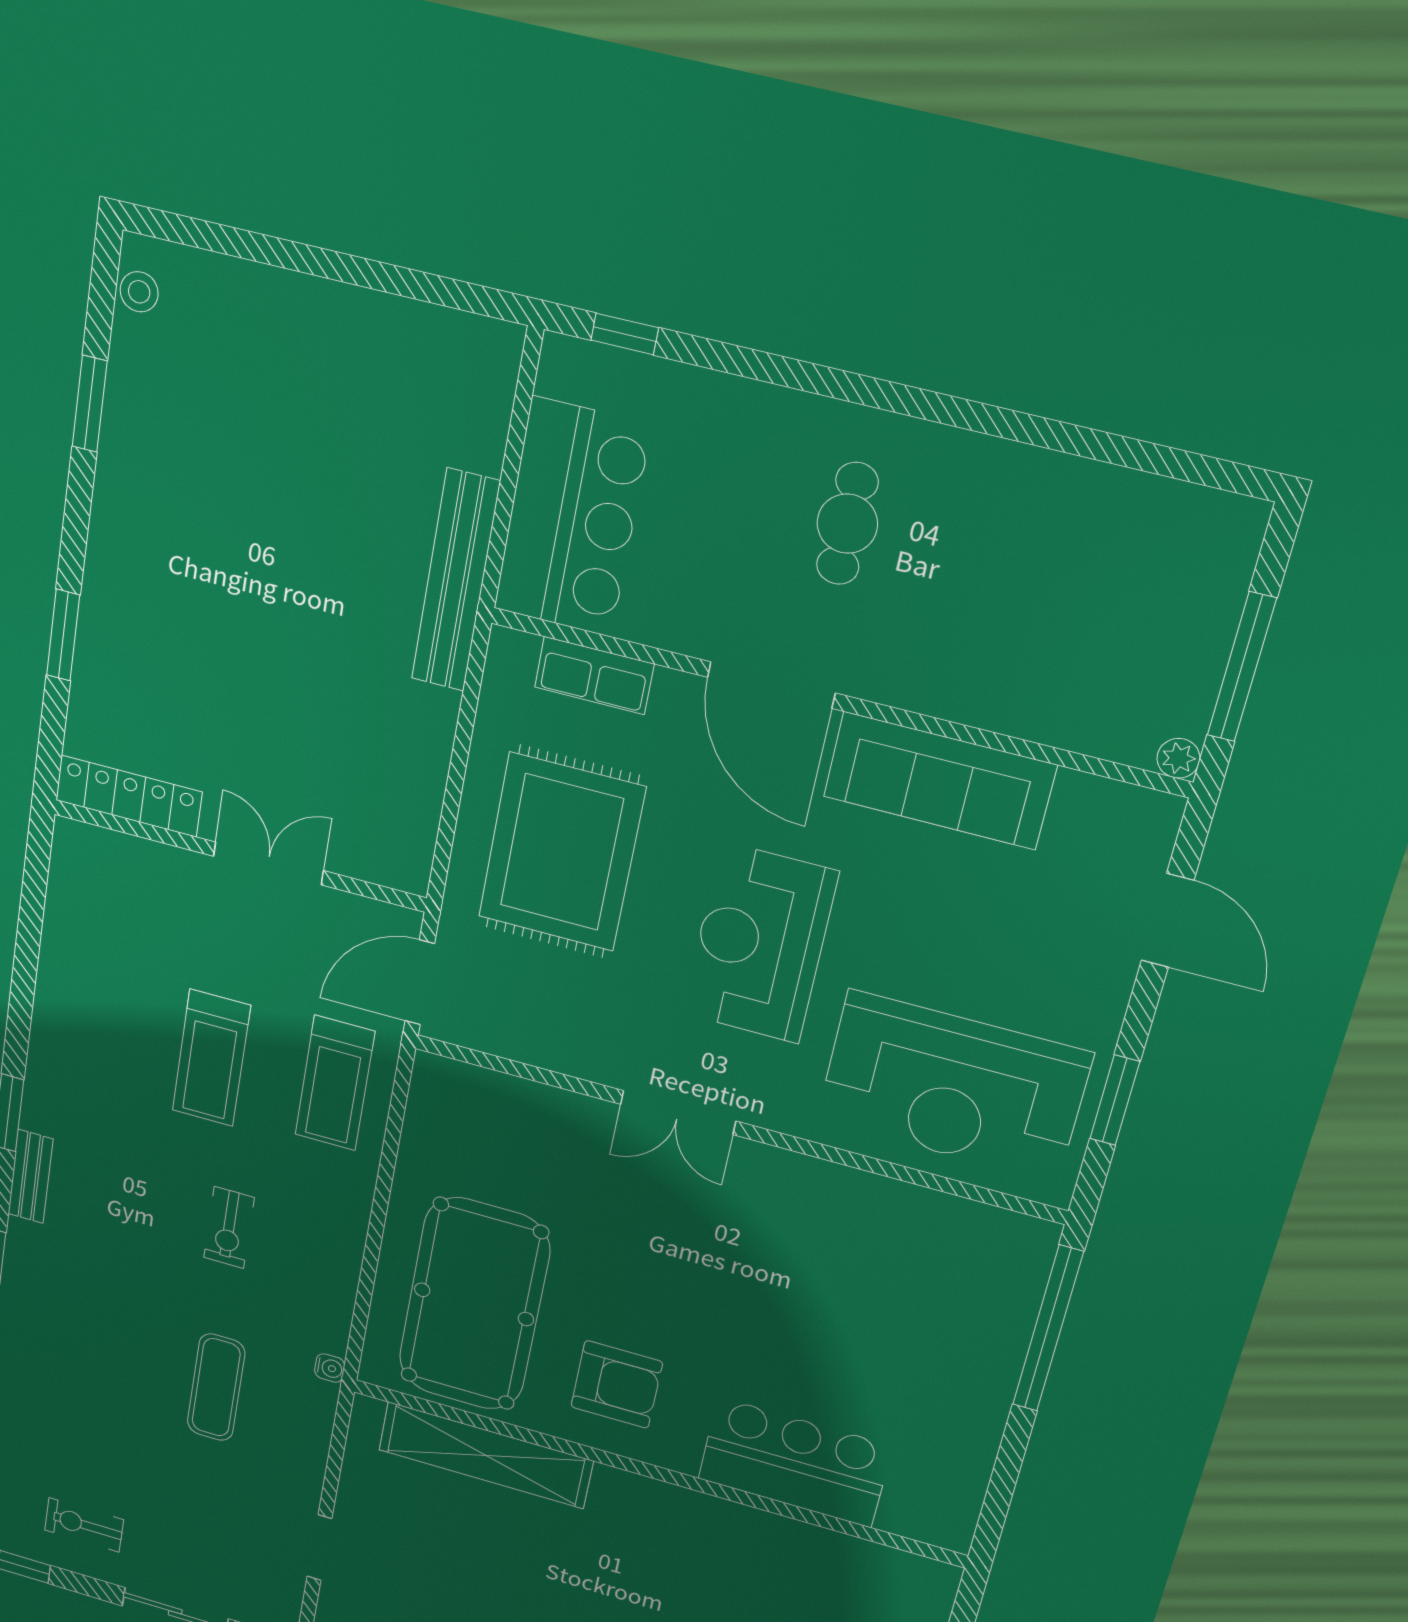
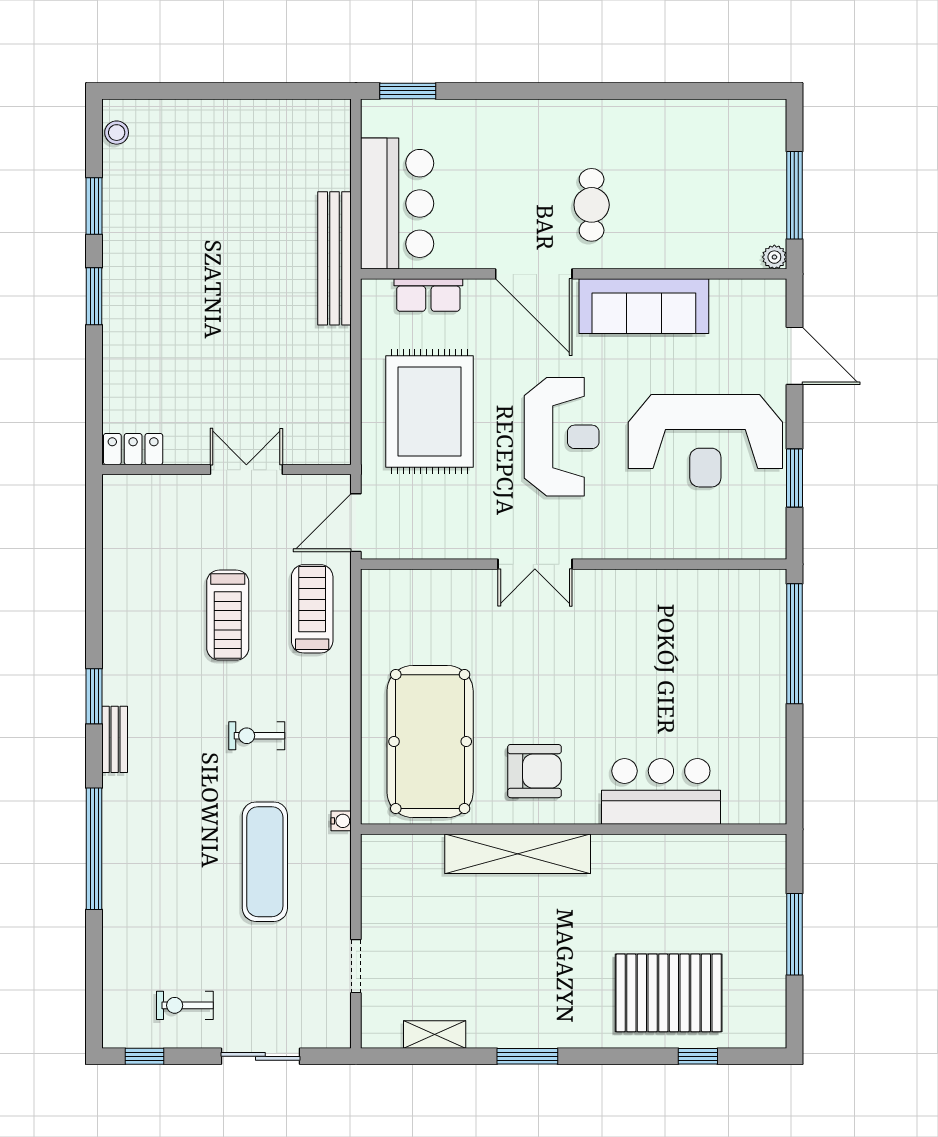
window: (625, 334) -> (408, 91), width x1.50
cafe table: (847, 524) -> (592, 205), moved
window: (63, 635) -> (94, 296), moved
locker: (129, 796) -> (133, 449), width x0.66
reception desk: (760, 943) -> (562, 437), turned 180
treadmill: (335, 1083) -> (312, 609), turned 180
reception desk: (953, 1086) -> (705, 441), moved
exercise bike: (229, 1228) -> (257, 736), turned 90
exercise mat: (216, 1387) -> (265, 862), width x1.36, depth x1.45
shelving: (486, 1455) -> (518, 854), moved

